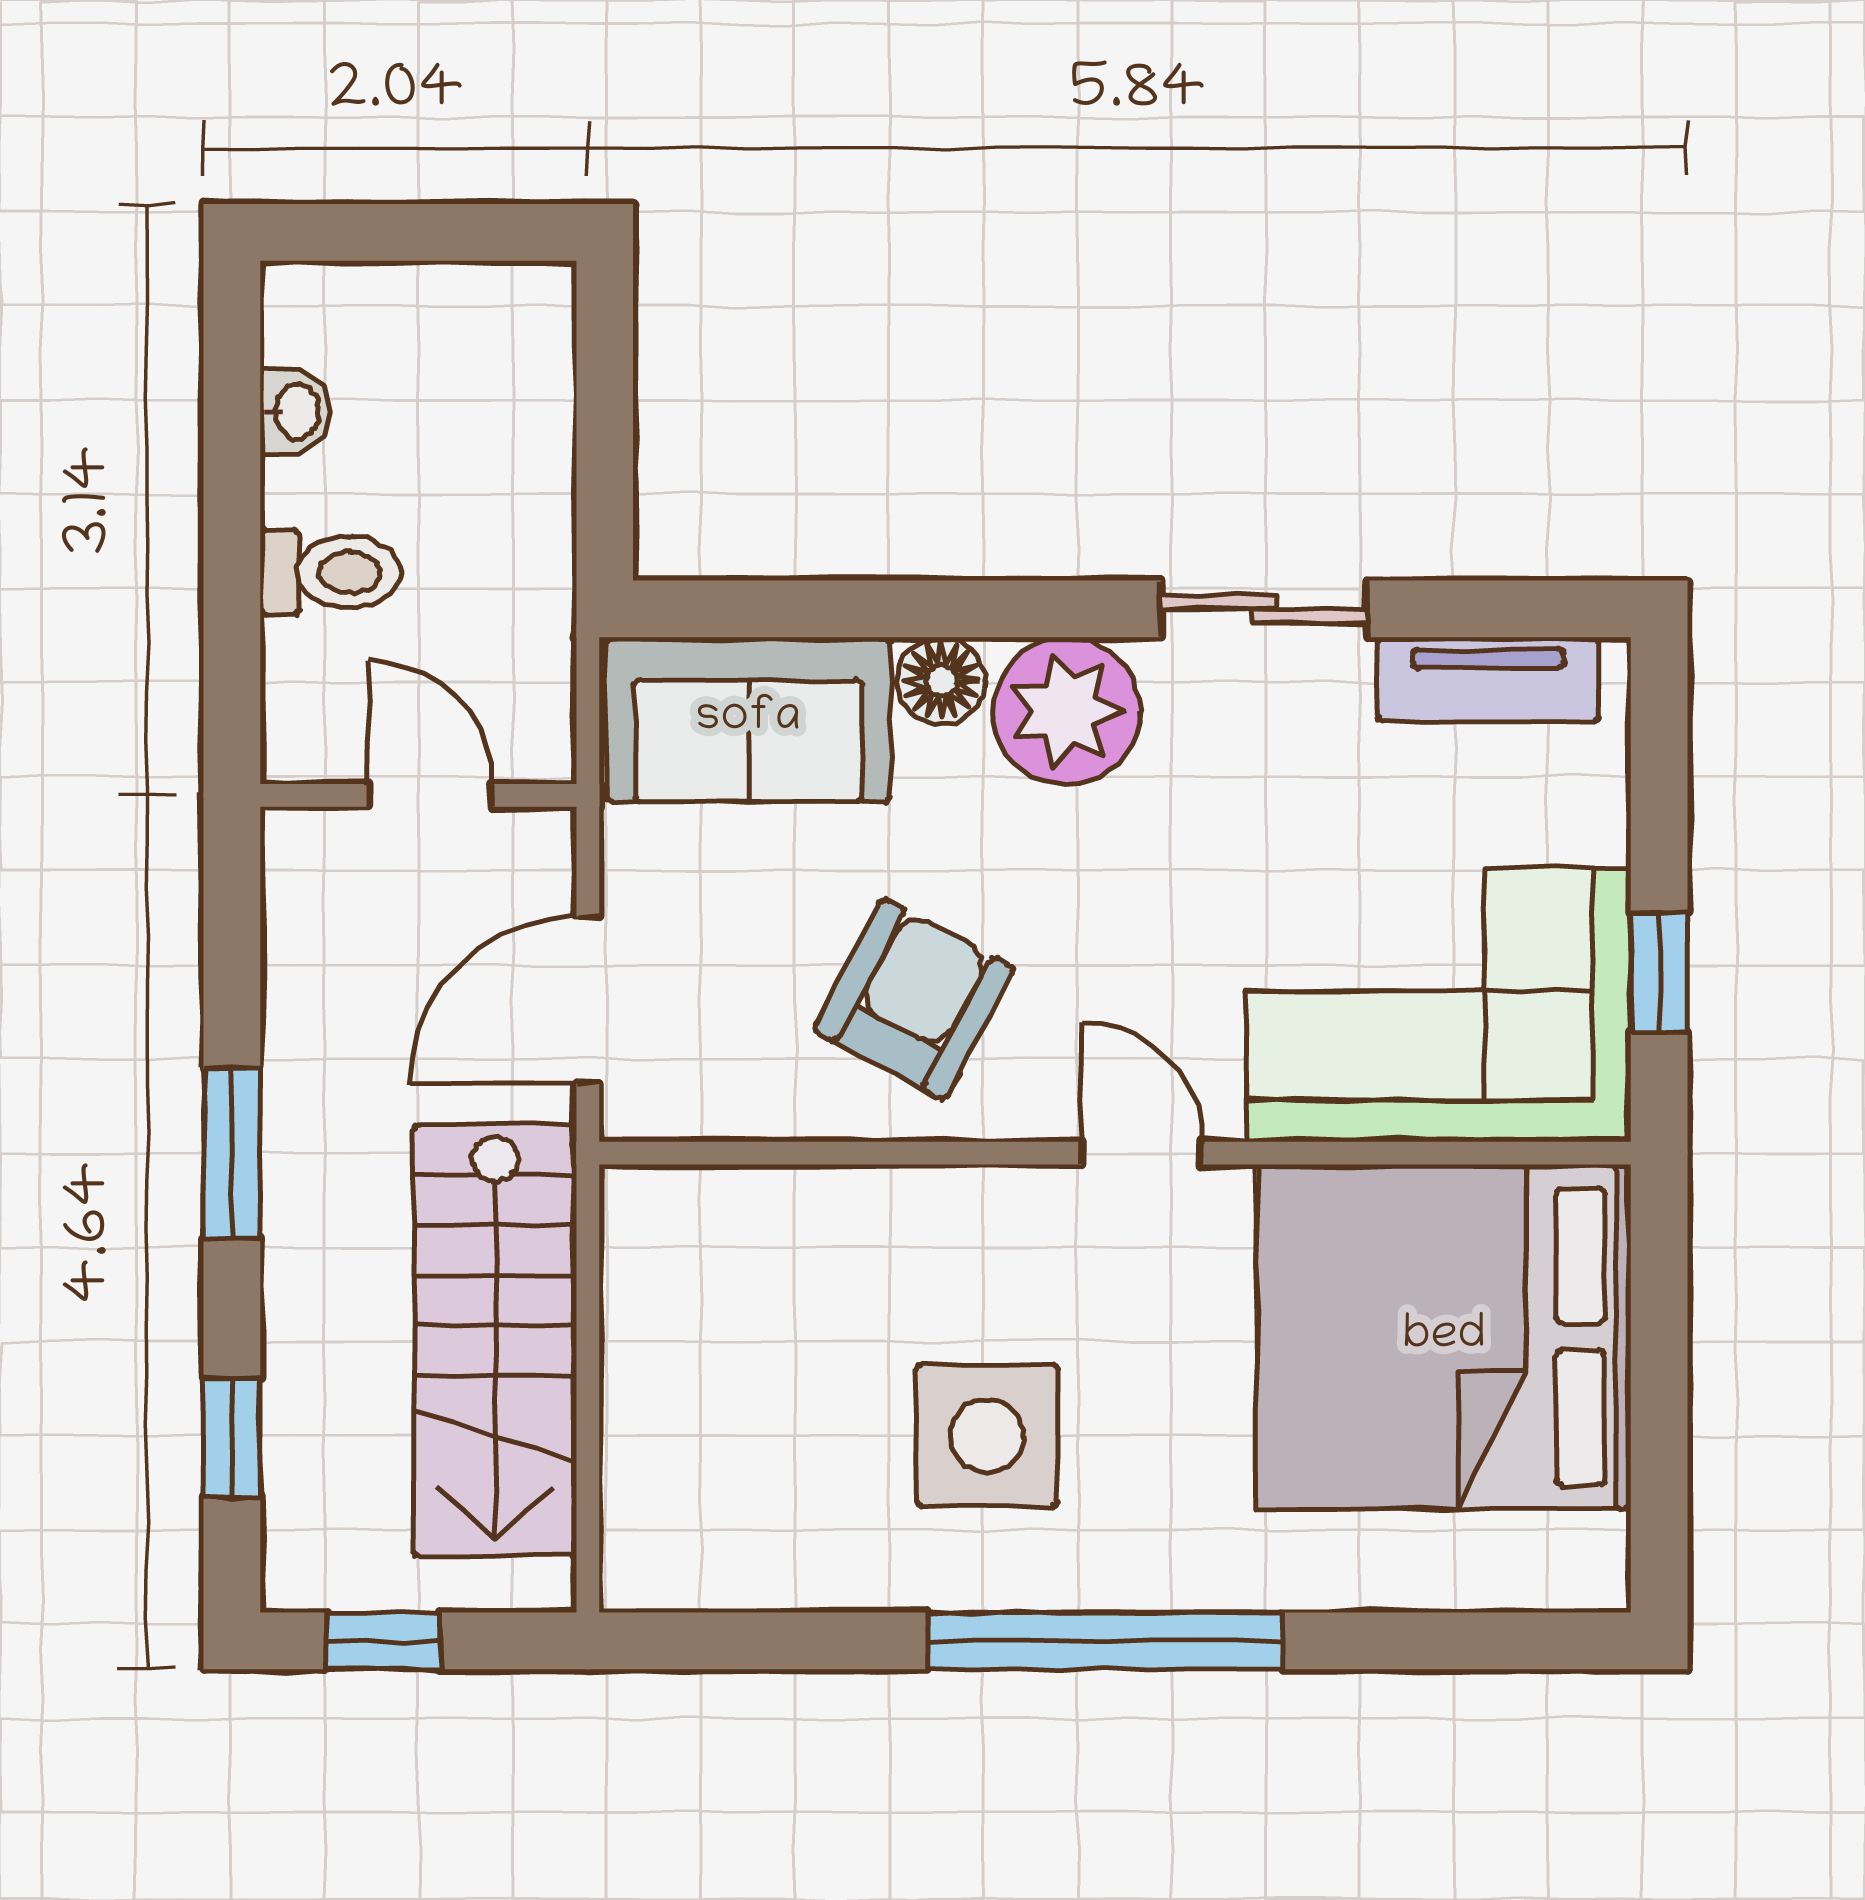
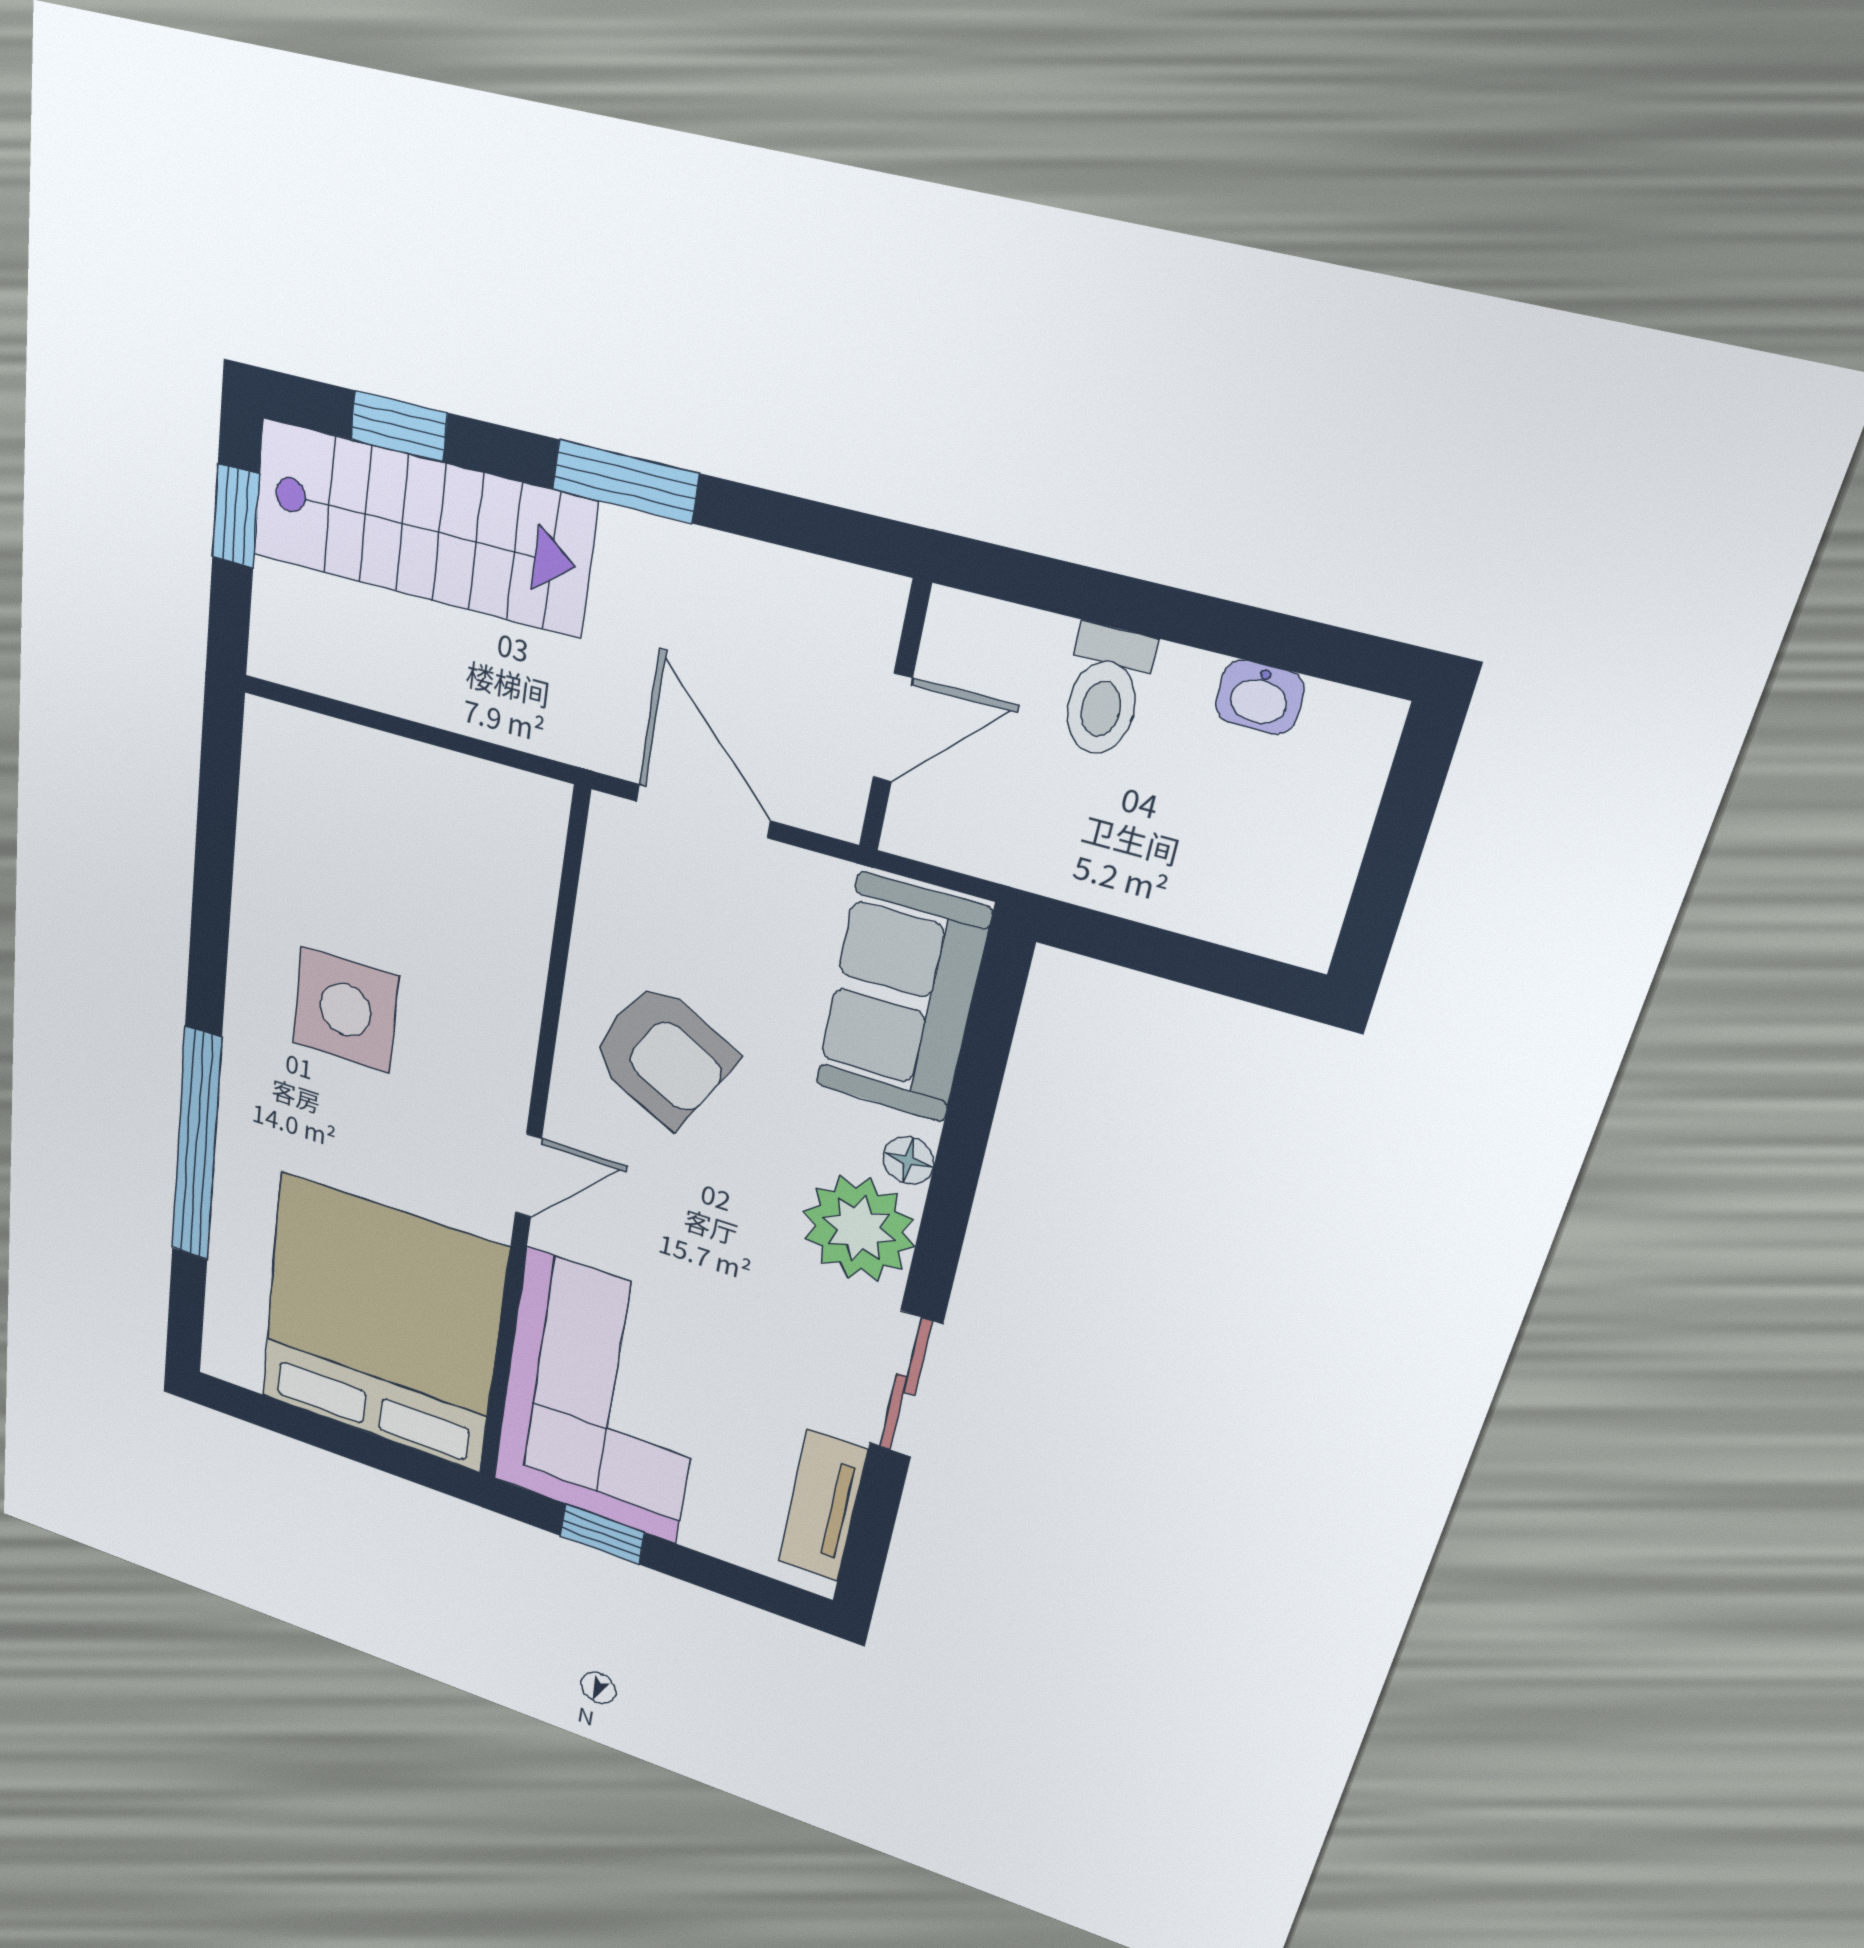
floor lamp: (941, 681) -> (908, 1160), width x0.73, depth x0.73
stairs: (495, 1340) -> (421, 528), moved, turned 180
window: (1105, 1641) -> (196, 1145), moved

